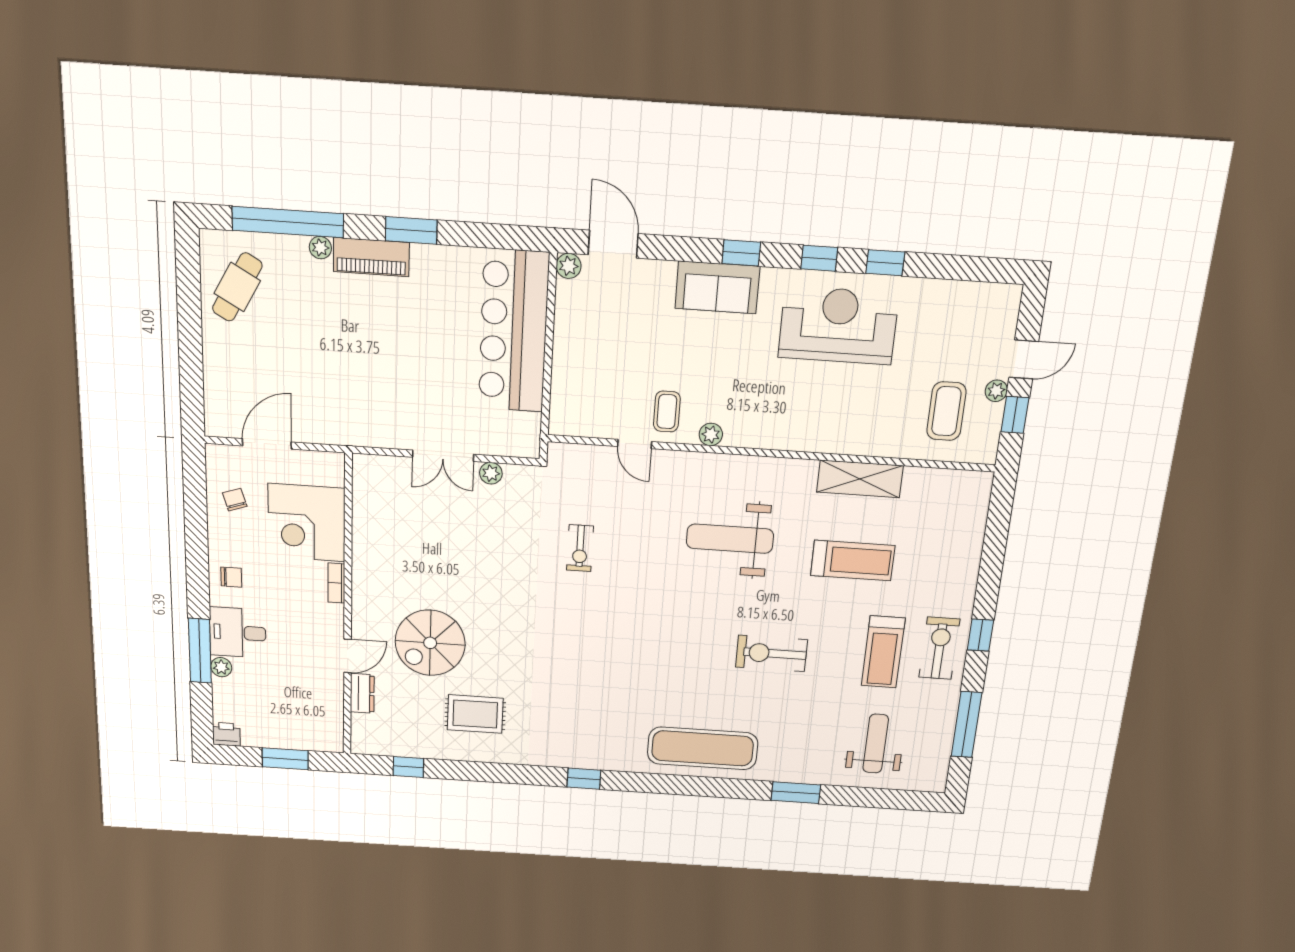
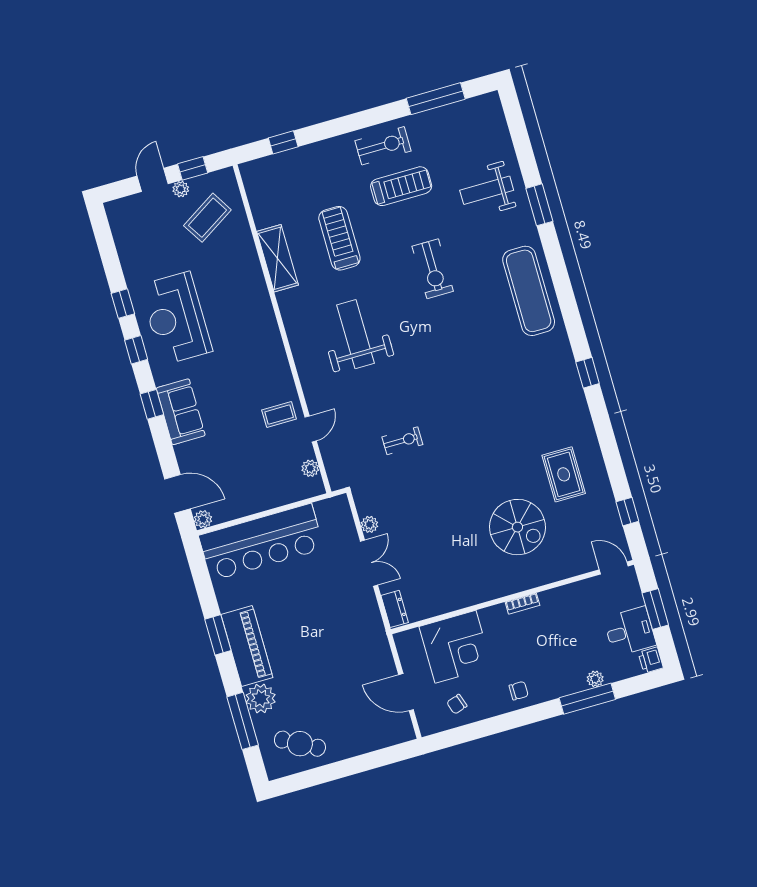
window: (288, 222) -> (243, 721), width x0.68
door: (613, 244) -> (177, 494), swing flipped
plant: (320, 248) -> (261, 699), width x1.88, depth x1.88
piano: (371, 257) -> (247, 646), width x1.37, depth x1.33
door: (1024, 359) -> (153, 180), hinge flipped
coffee table: (946, 411) -> (207, 218), turned -32
plant: (711, 434) -> (310, 468), moved
weight bench: (730, 539) -> (356, 334), turned 180
chair: (231, 577) -> (519, 691), turned 90
bookcase: (336, 583) -> (522, 604), moved
desk: (238, 633) -> (630, 631), moved, turned -90
window: (980, 635) -> (283, 142), moved
exercise bike: (939, 648) -> (383, 146), turned 180
door: (348, 656) -> (614, 568), moved
dresser: (362, 693) -> (395, 609), moved, turned 90
weight bench: (876, 744) -> (487, 190), moved

